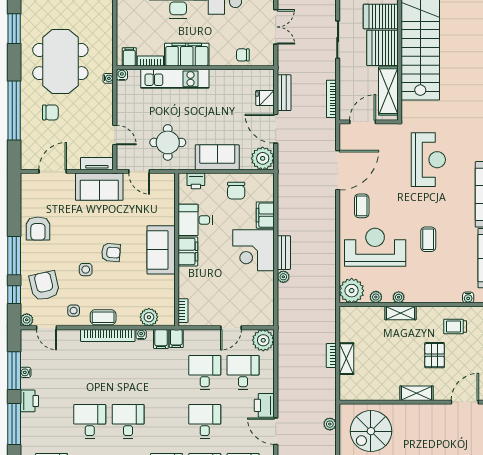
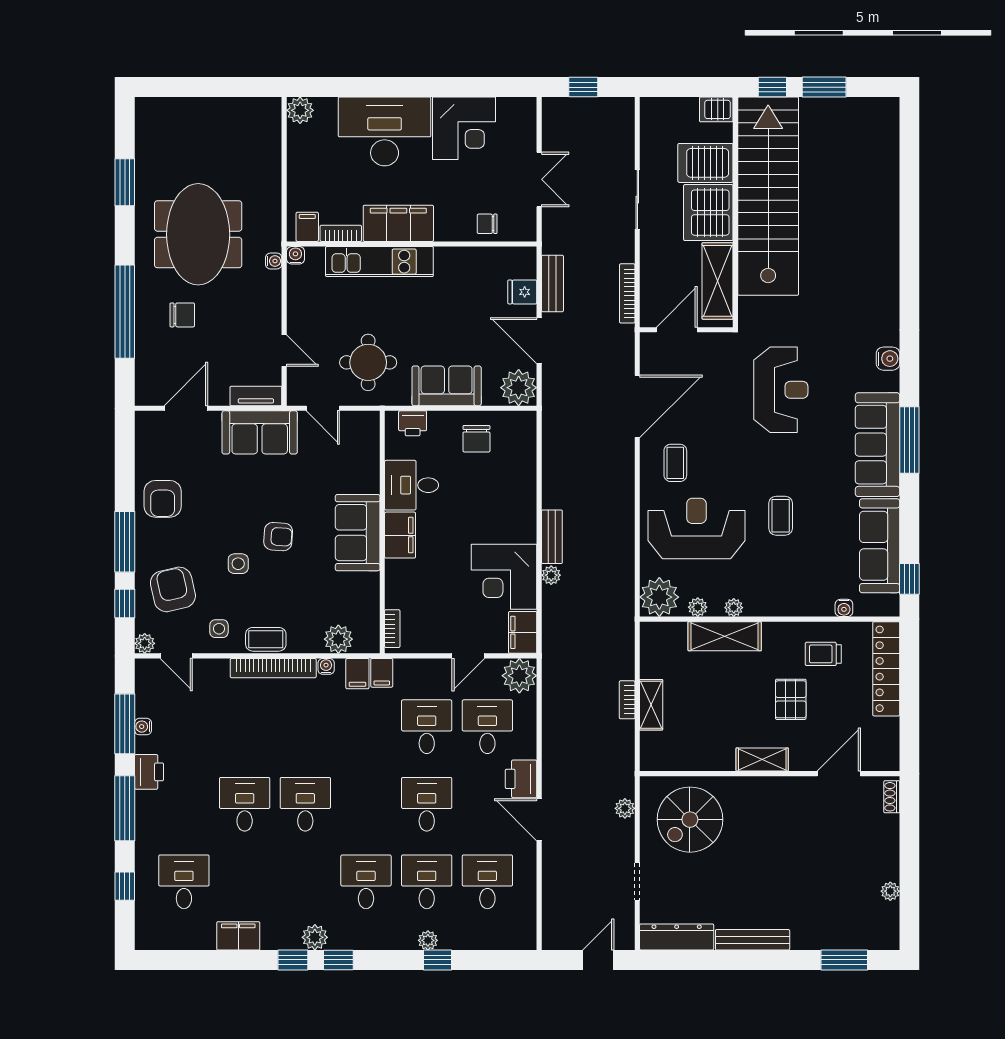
filing cabinet: (265, 215) -> (523, 632), moved
corner desk: (254, 250) -> (504, 577), moved
shelving: (400, 313) -> (725, 636), width x1.50, depth x1.33

